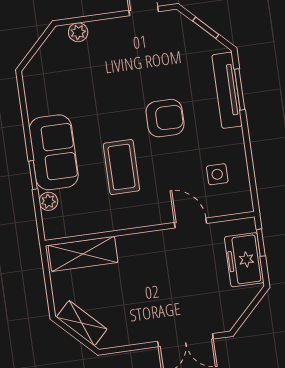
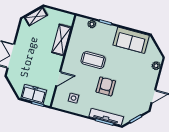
armchair: (165, 118) -> (106, 86), turned 180
sofa: (54, 152) -> (131, 40), moved
shelving: (83, 254) -> (61, 40), moved

